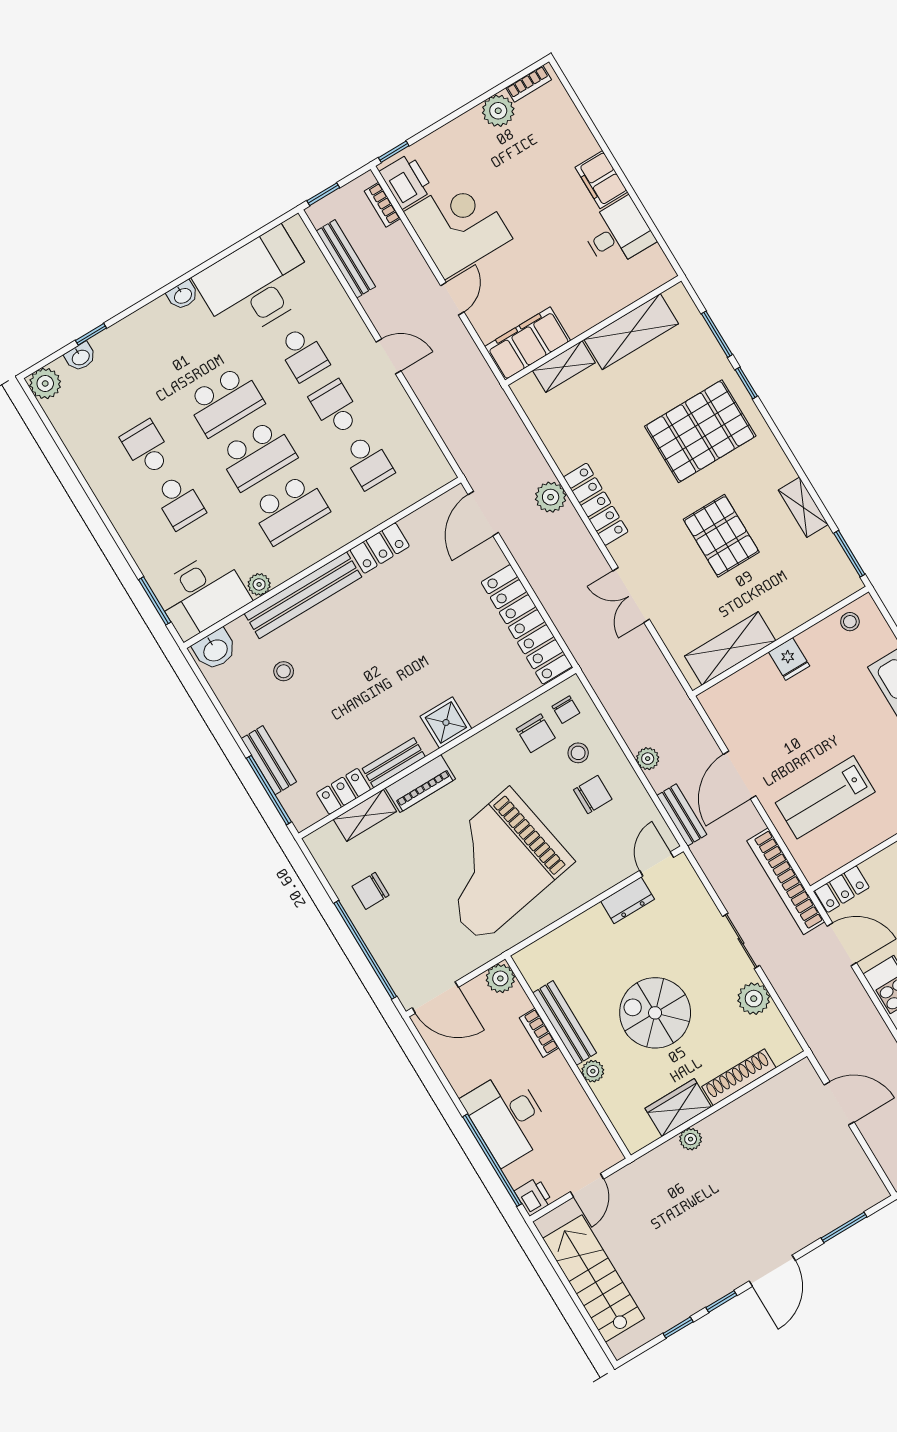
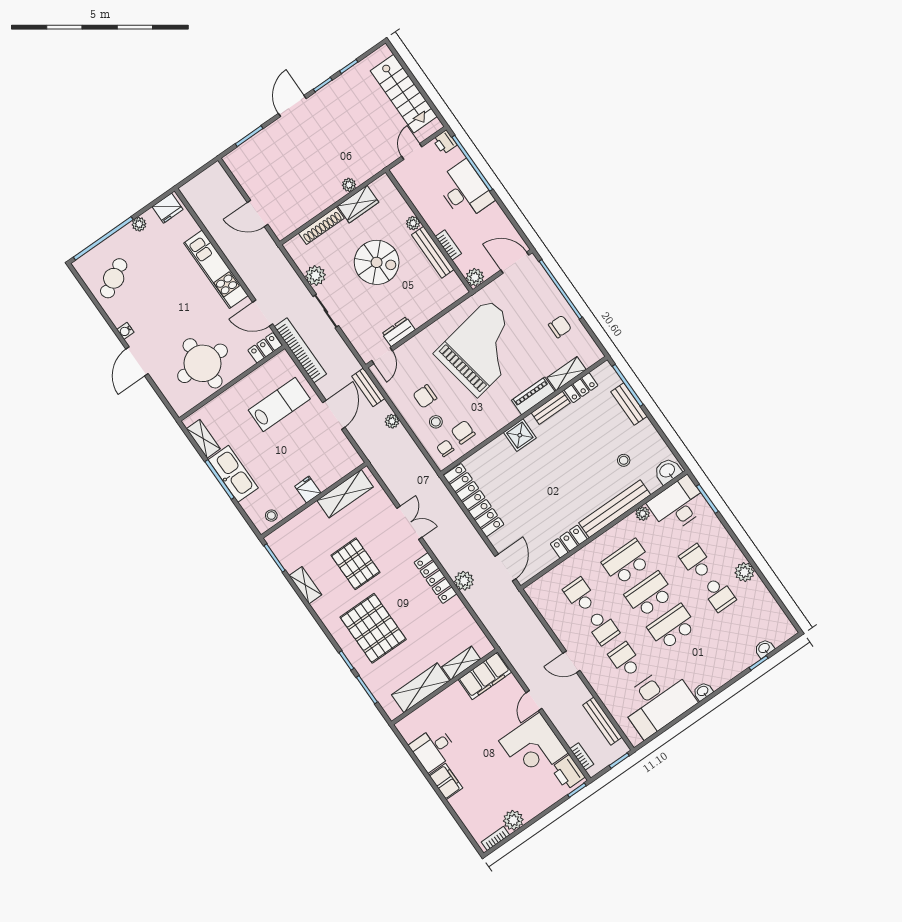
plant: (45, 383) -> (744, 572), moved
pallet: (700, 431) -> (373, 628), turned 90

